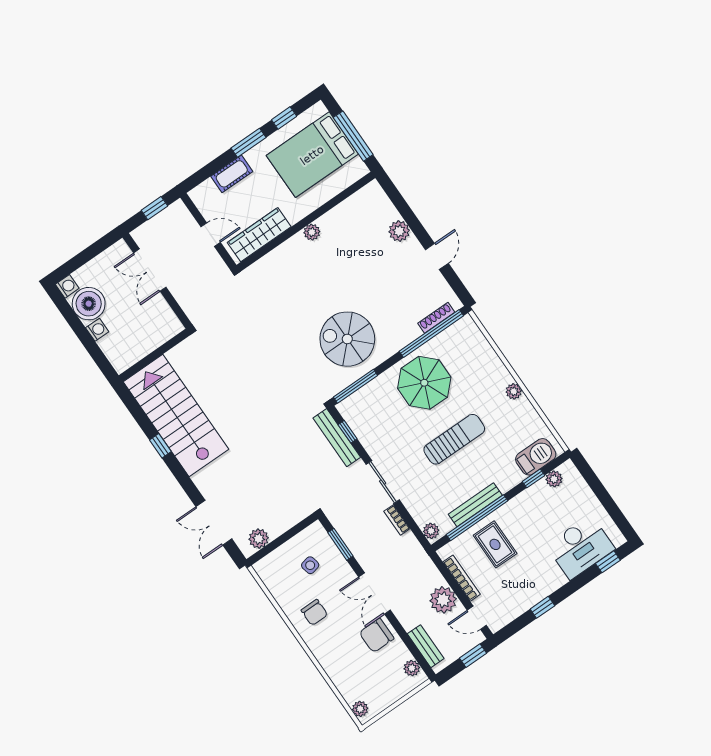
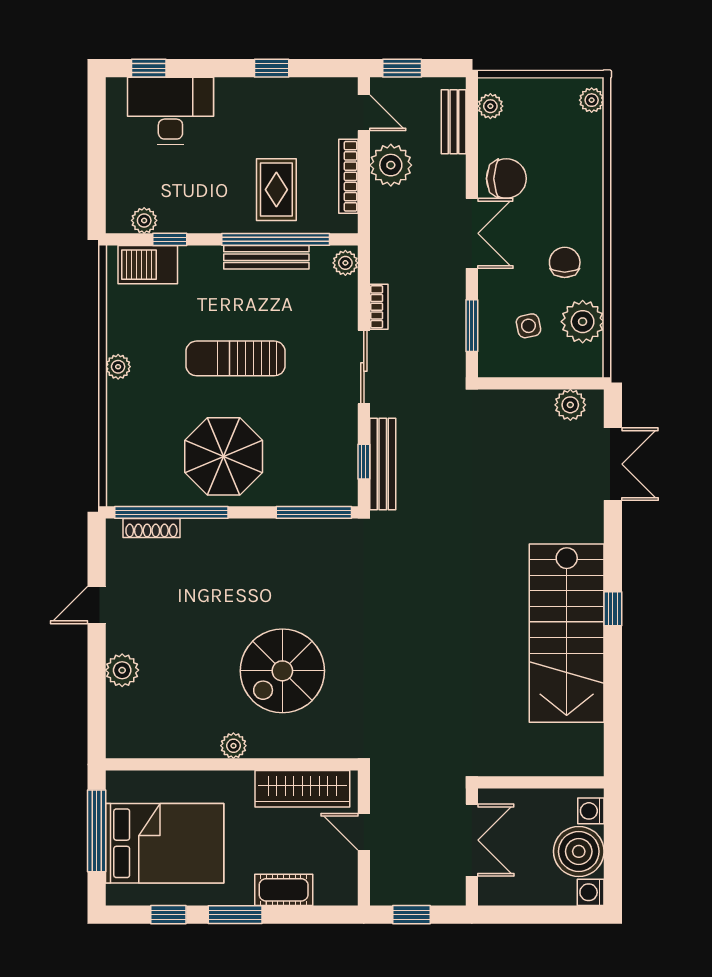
spiral stairs: (347, 339) -> (282, 671), moved, turned 90
wall: (154, 355) -> (541, 782), moved
plant: (283, 587) -> (583, 322), added

